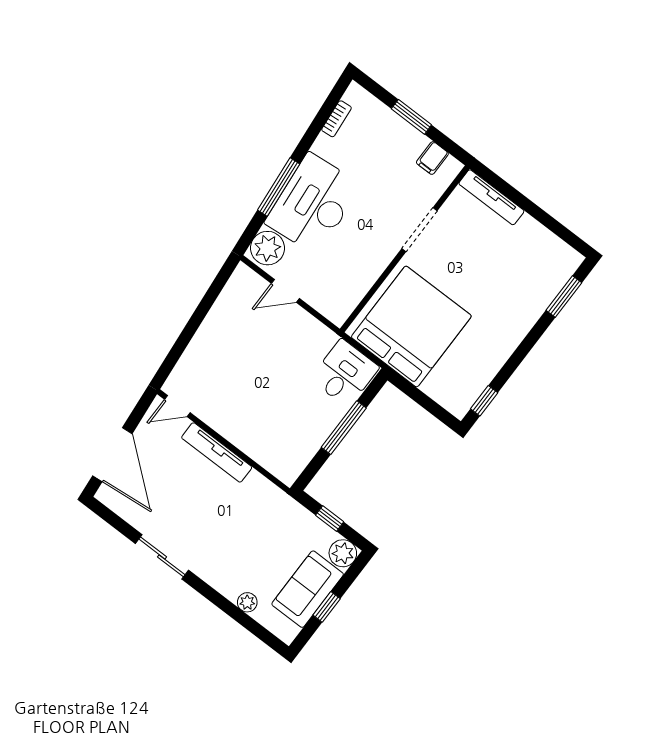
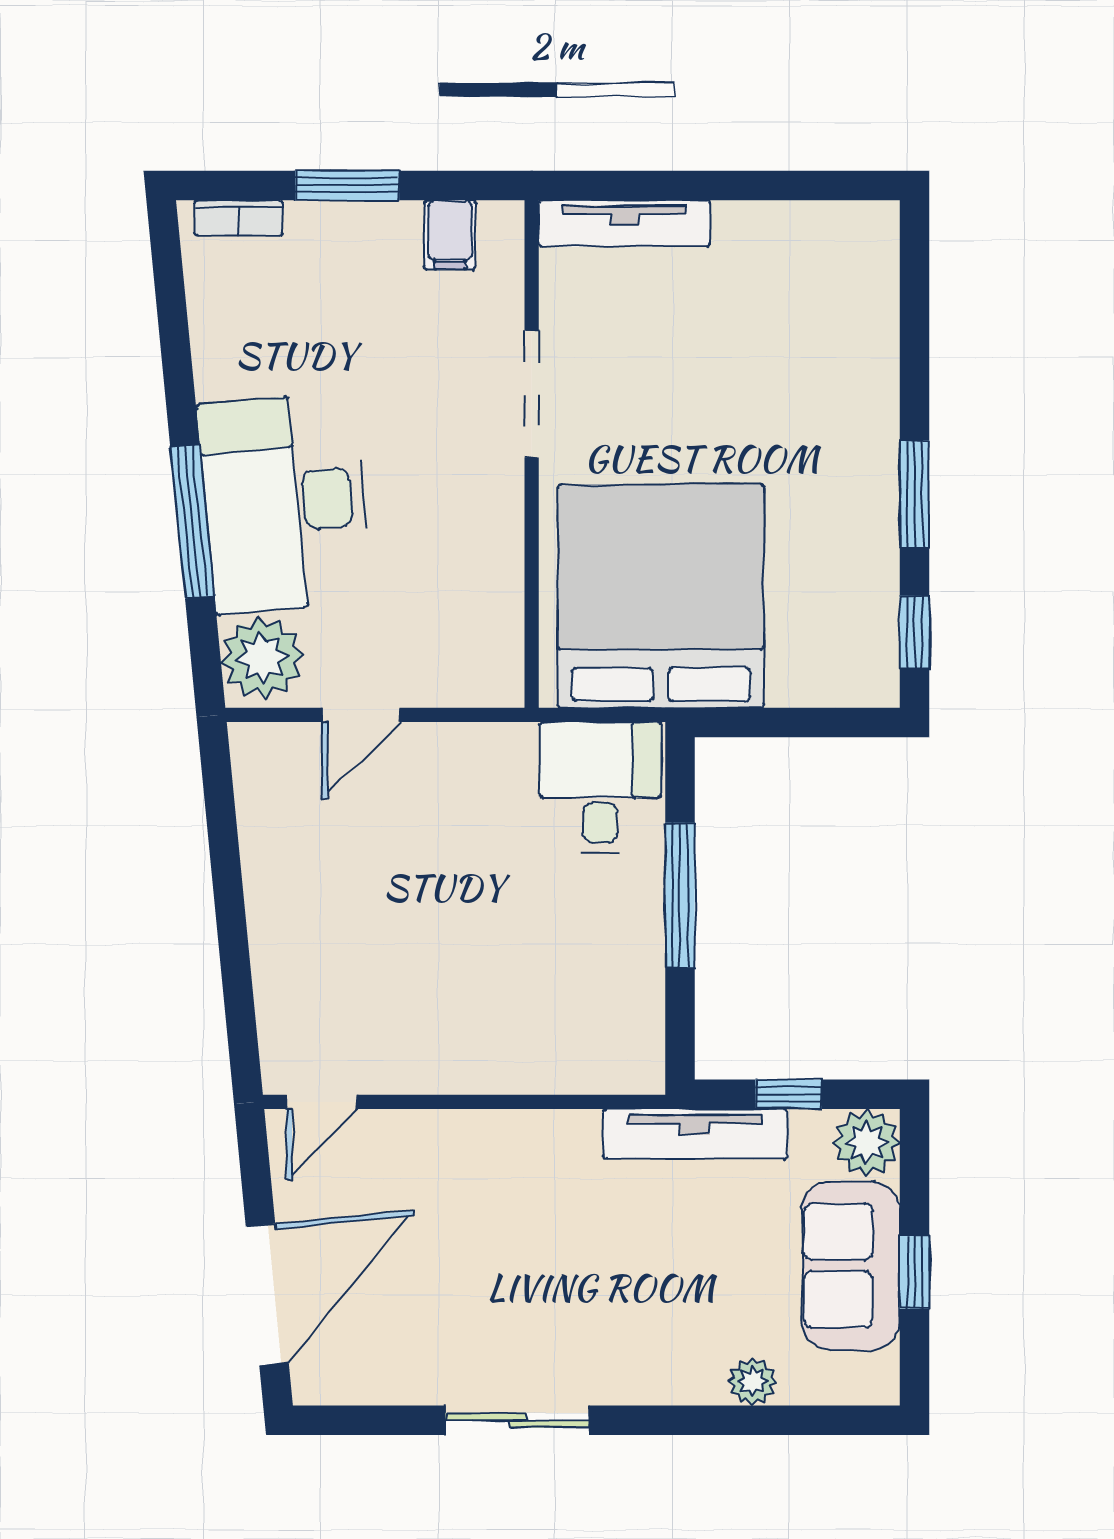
bookcase: (337, 119) -> (239, 218), moved, turned 96
window: (564, 297) -> (915, 494), moved
tv unit: (217, 452) -> (695, 1134), moved
door: (112, 455) -> (267, 1295), hinge flipped

